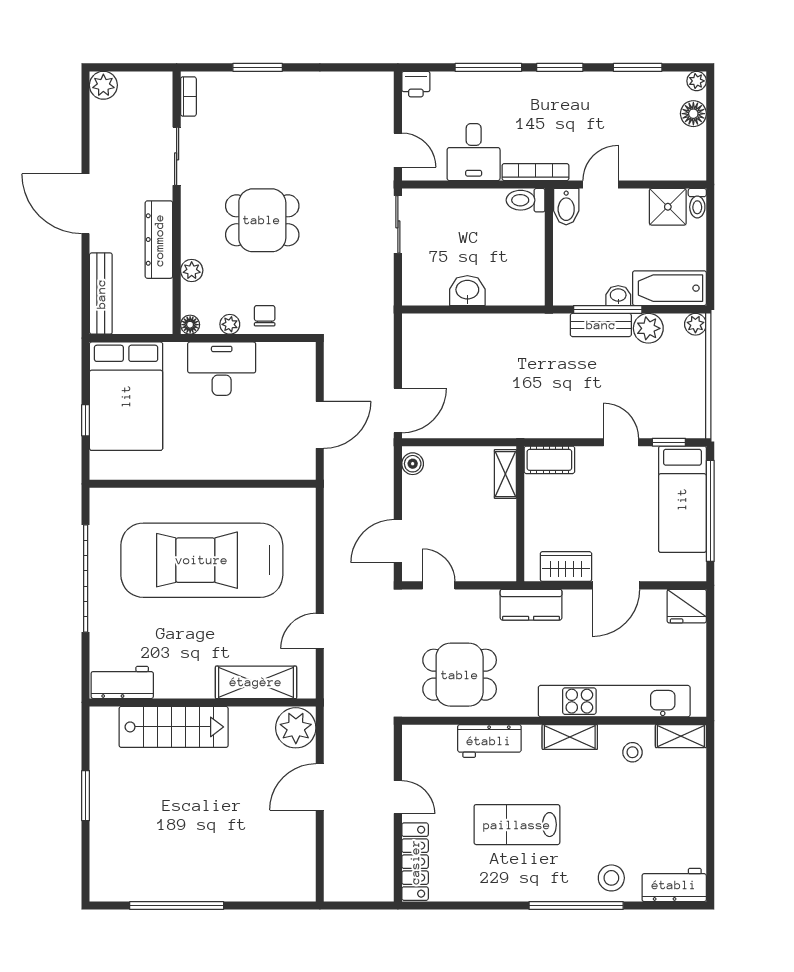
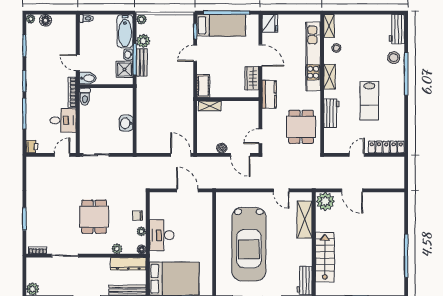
shower: (668, 207) -> (125, 69), moved
dresser: (159, 240) -> (128, 264), moved
boiler: (413, 464) -> (222, 148), moved

